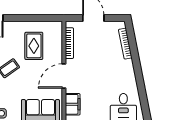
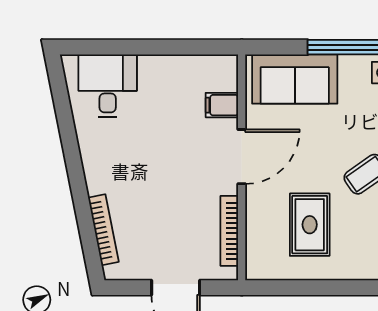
filing cabinet: (73, 104) -> (222, 105), width x0.50

